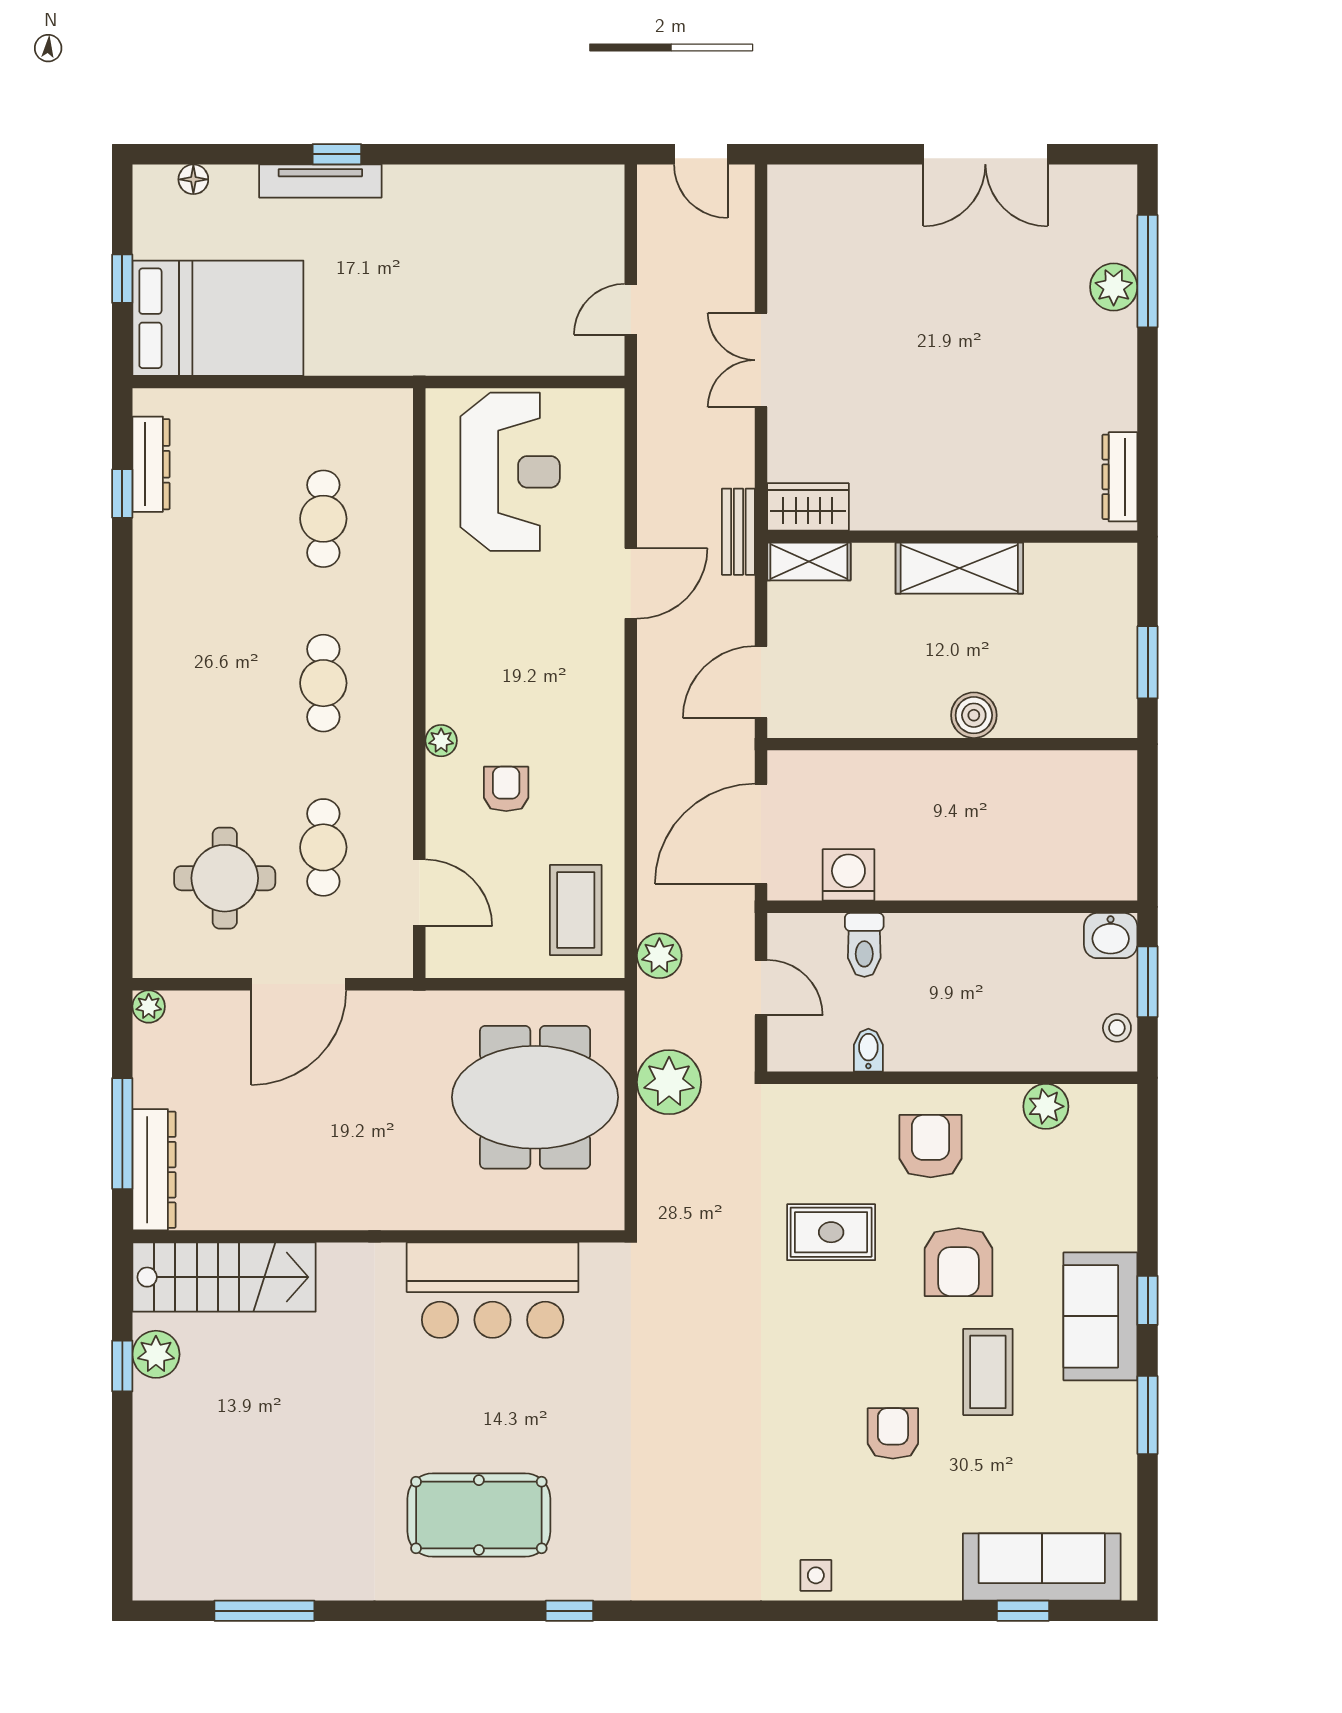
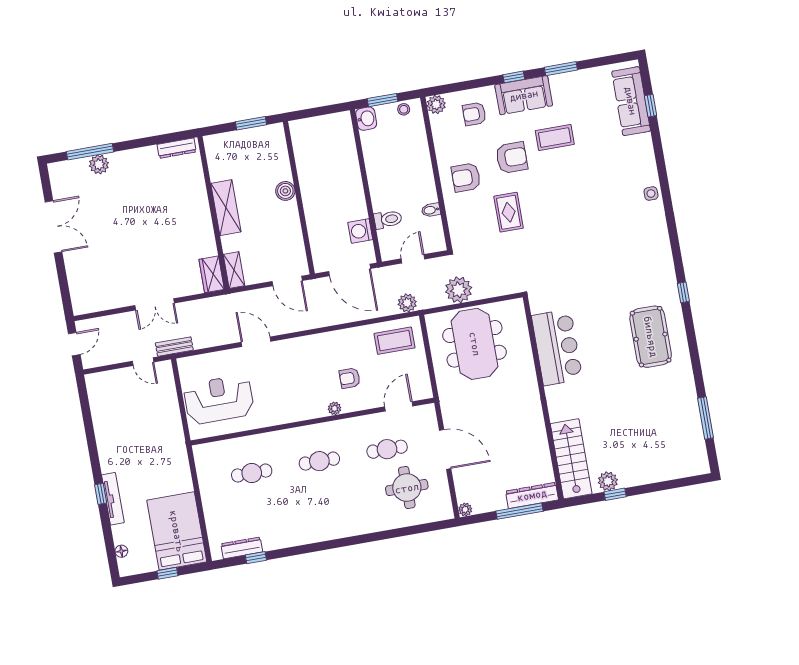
bench: (738, 532) -> (174, 347), moved
plant: (1046, 1106) -> (436, 105), moved
armchair: (893, 1433) -> (474, 114), moved

